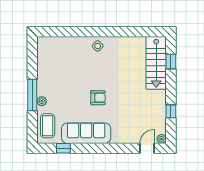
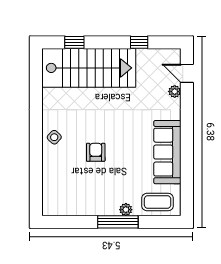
stairs: (156, 63) -> (89, 68), width x1.36, depth x1.51
armchair: (98, 98) -> (96, 152), moved
plant: (161, 139) -> (175, 92), moved
window: (63, 148) -> (187, 182), removed

